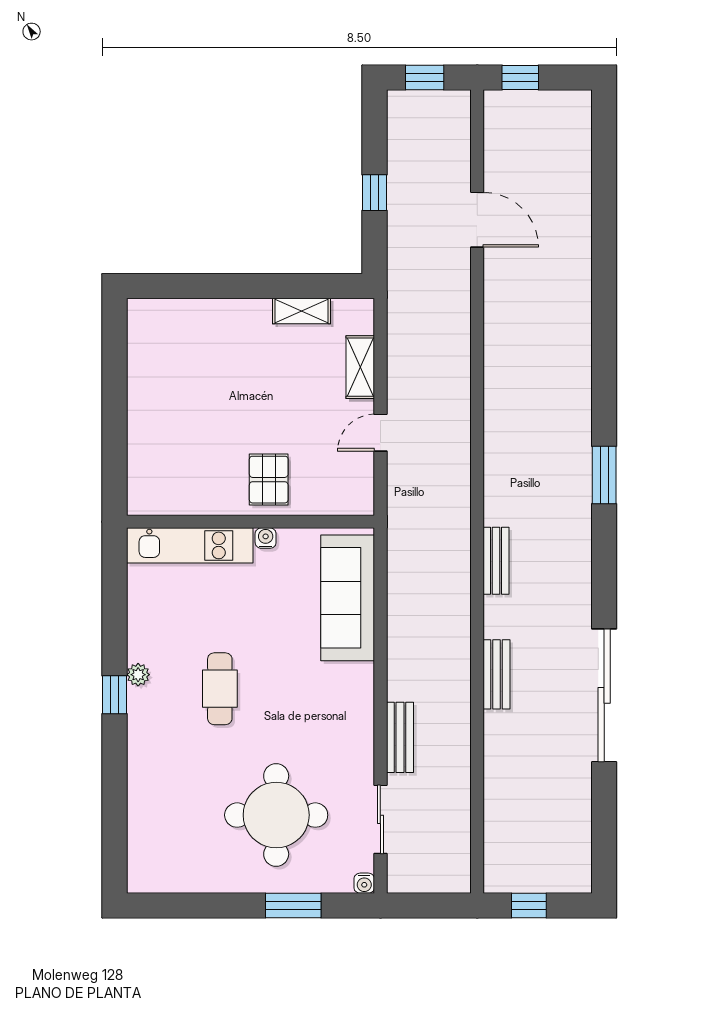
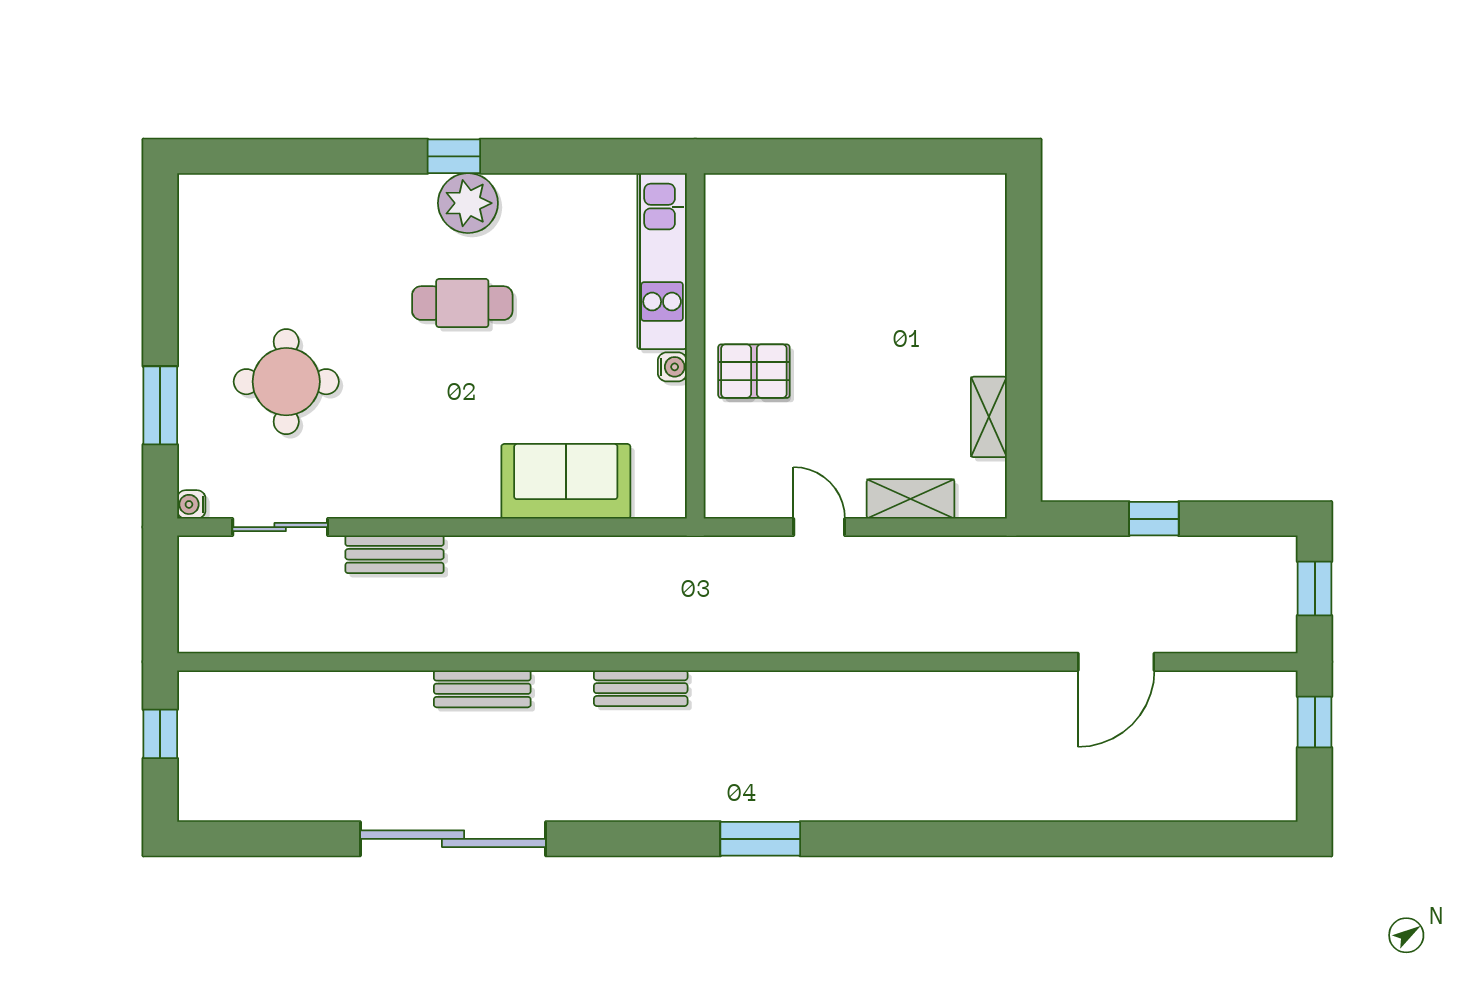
sofa: (348, 598) -> (566, 481), width x0.73
plant: (138, 675) -> (468, 203), width x1.87, depth x1.87
round table: (276, 815) -> (286, 382), width x0.73, depth x0.73

